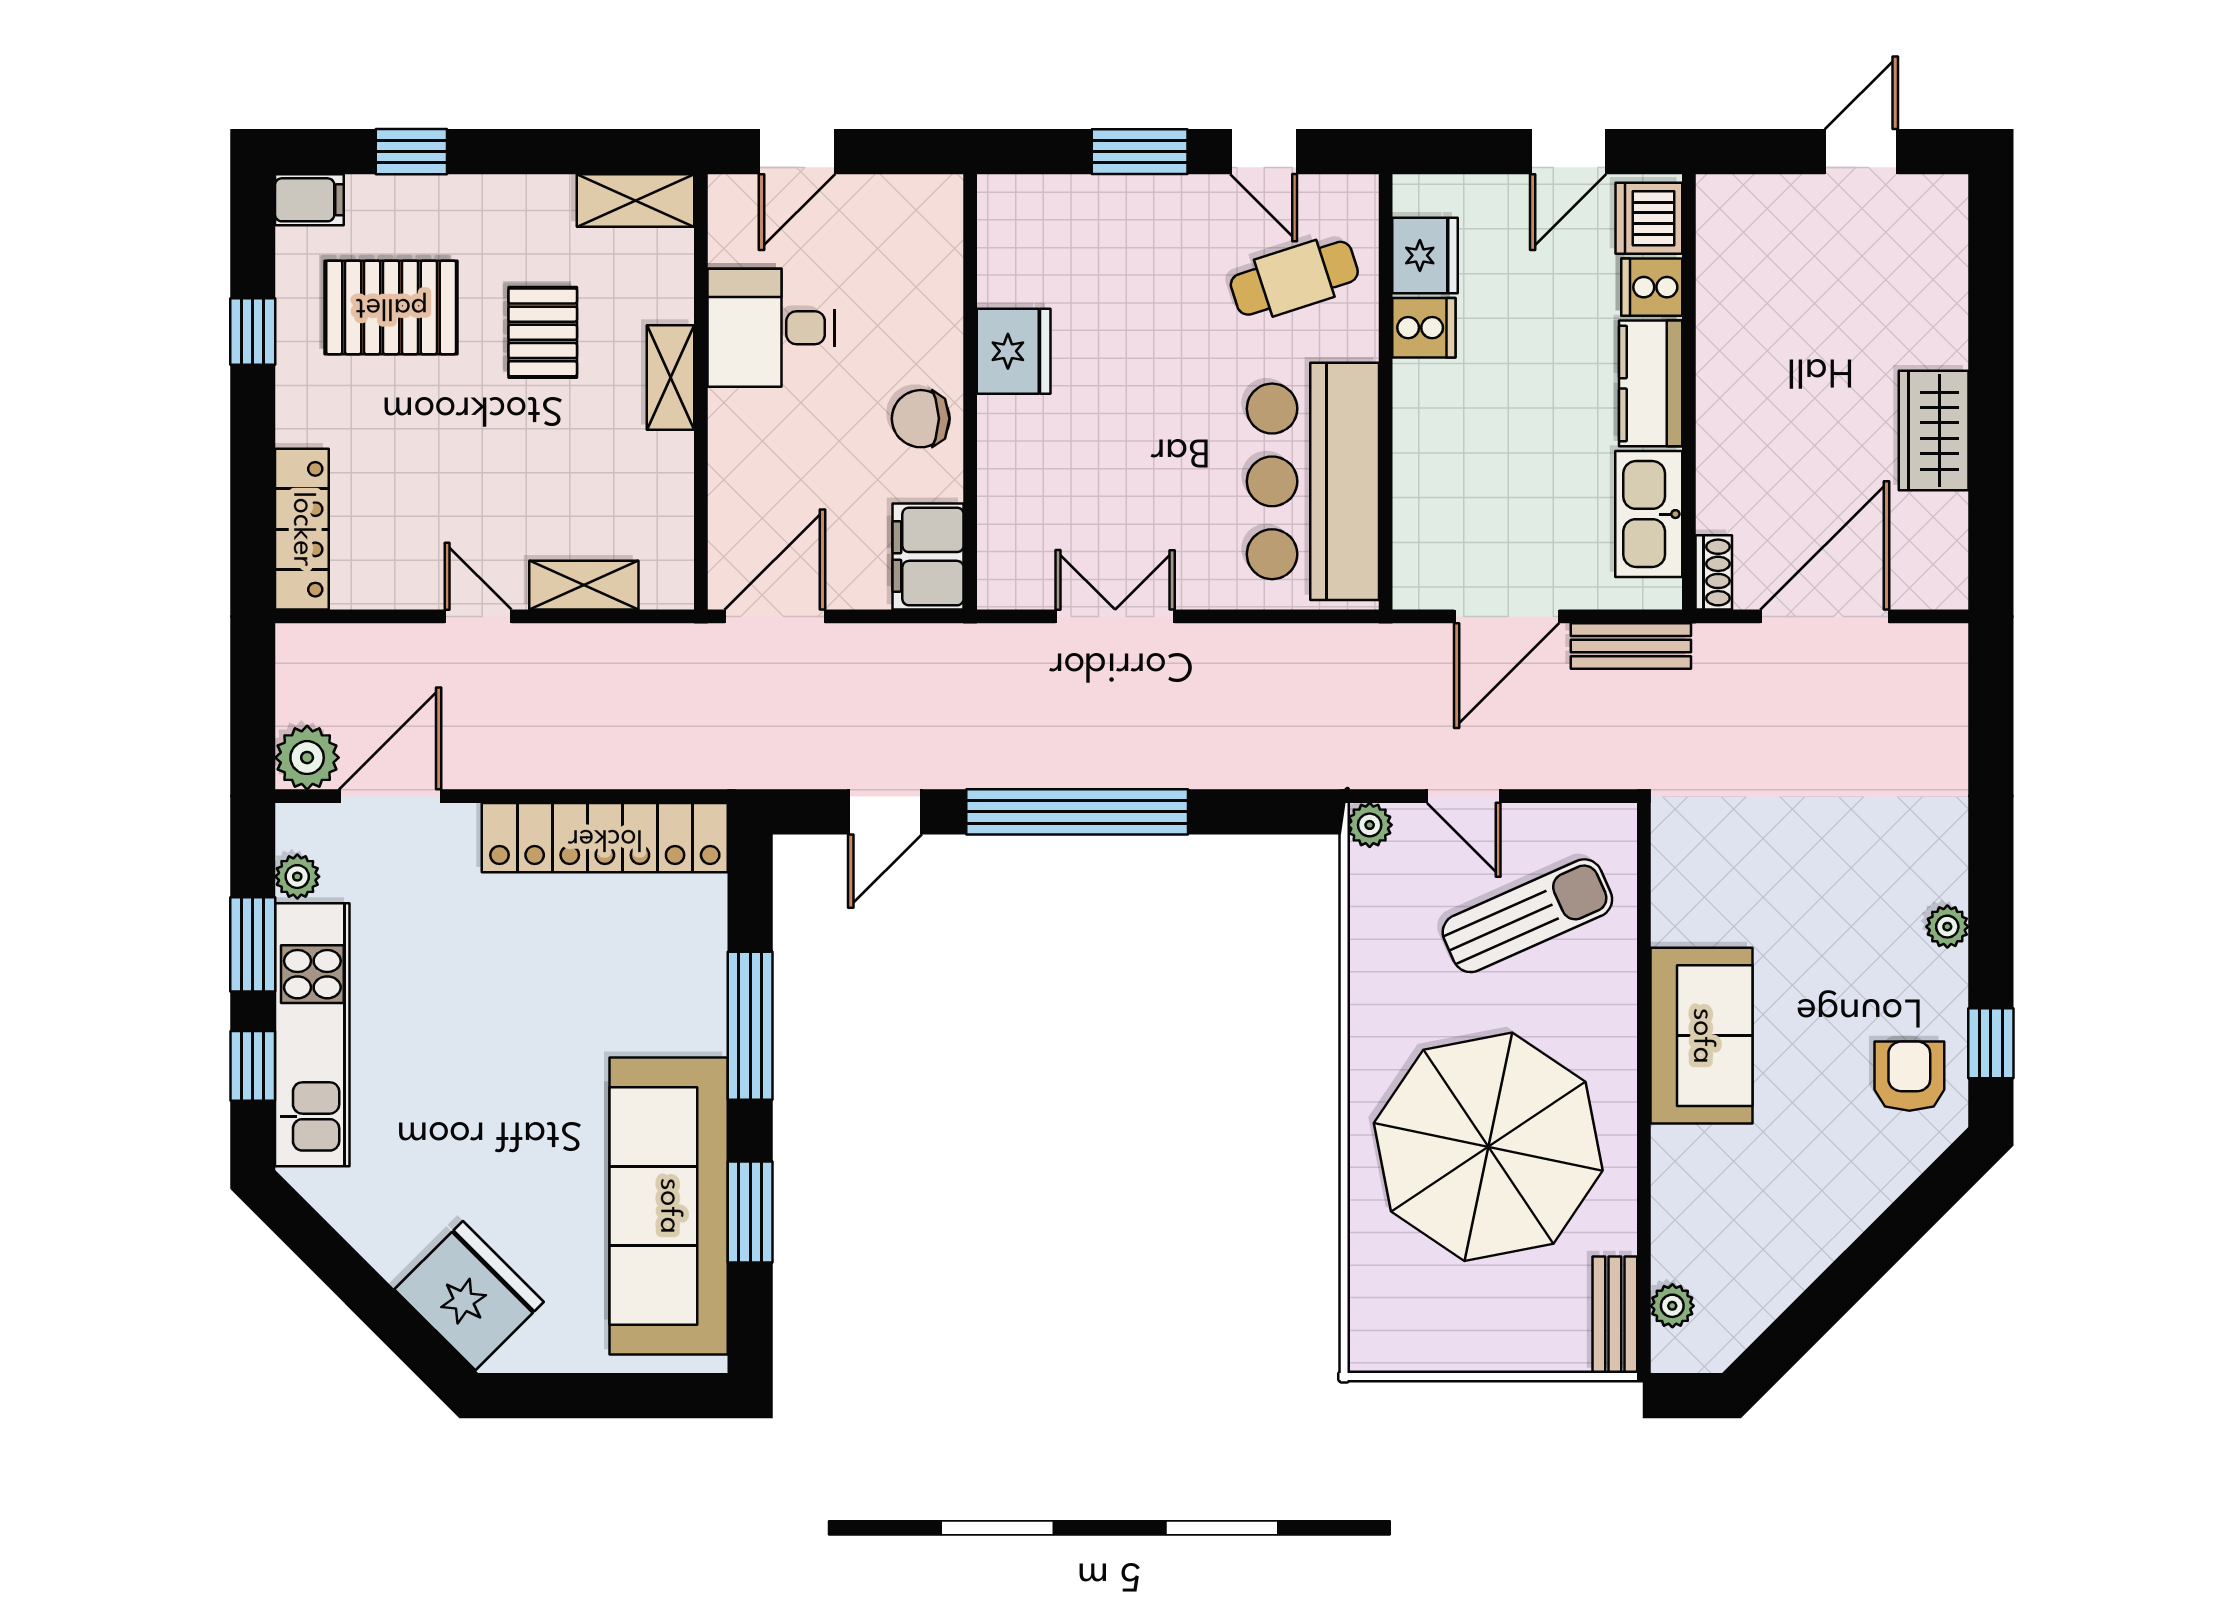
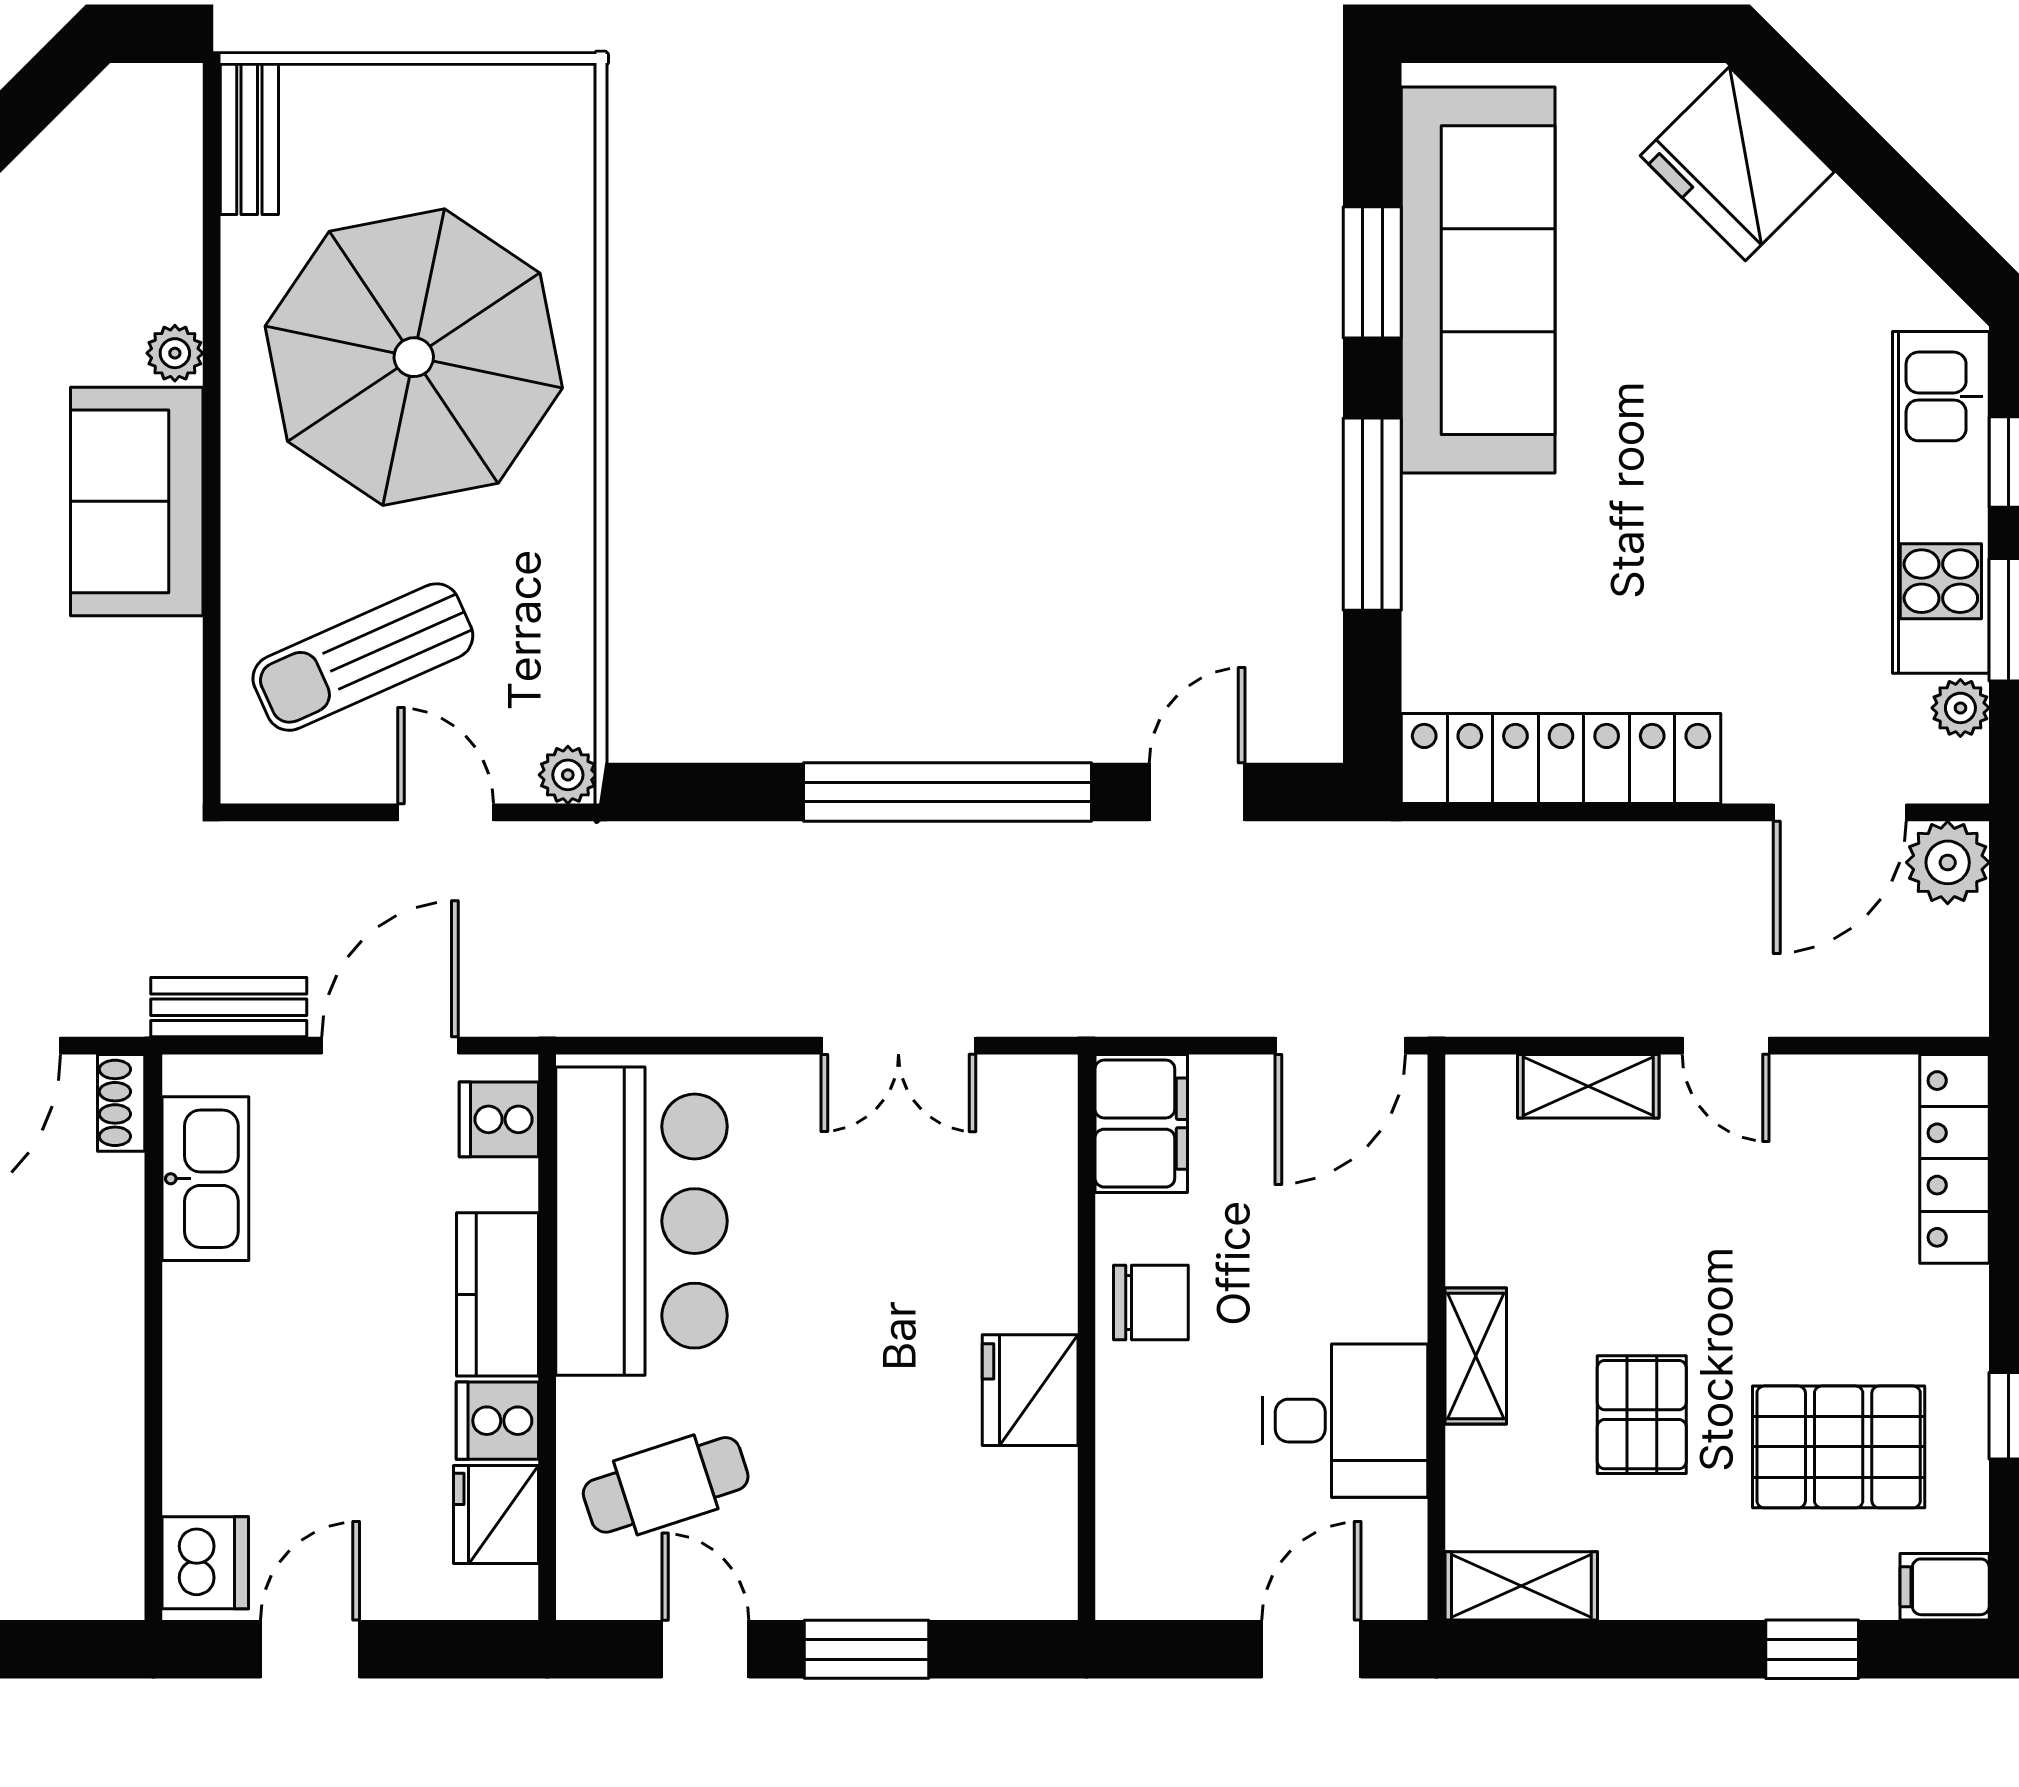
cooker: (1652, 287) -> (499, 1119), moved, turned 180
kitchen counter: (1651, 383) -> (497, 1294), moved, turned 180
plant: (1672, 1306) -> (175, 353), moved

